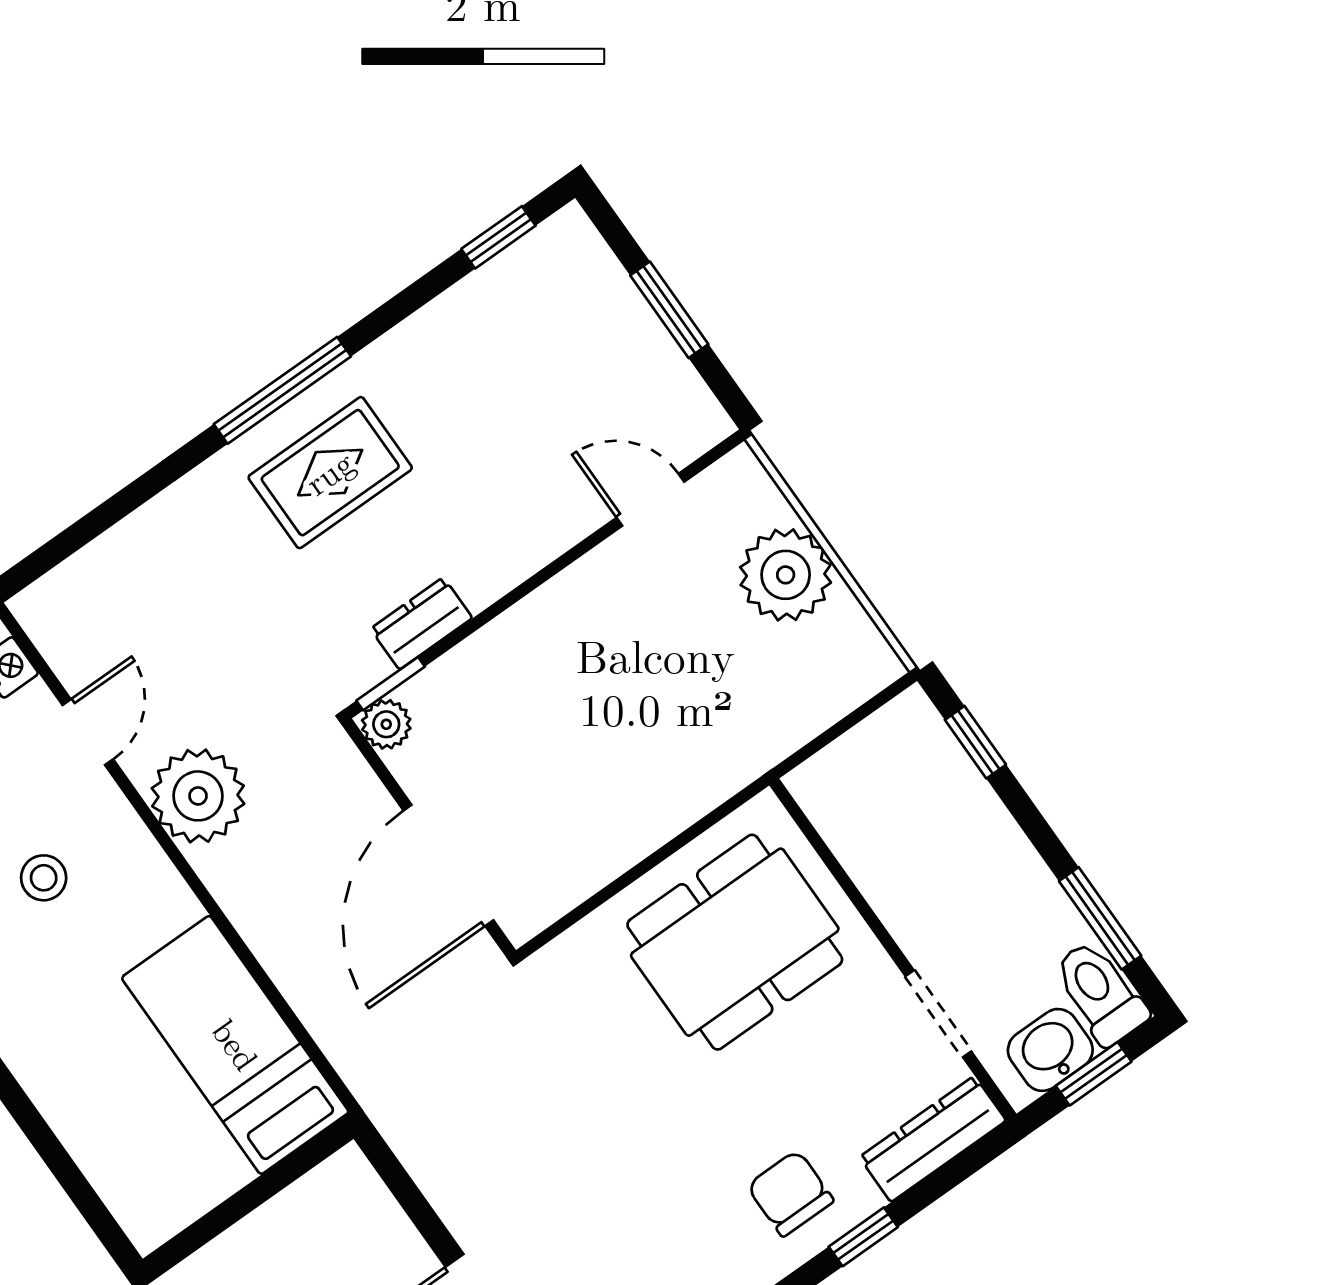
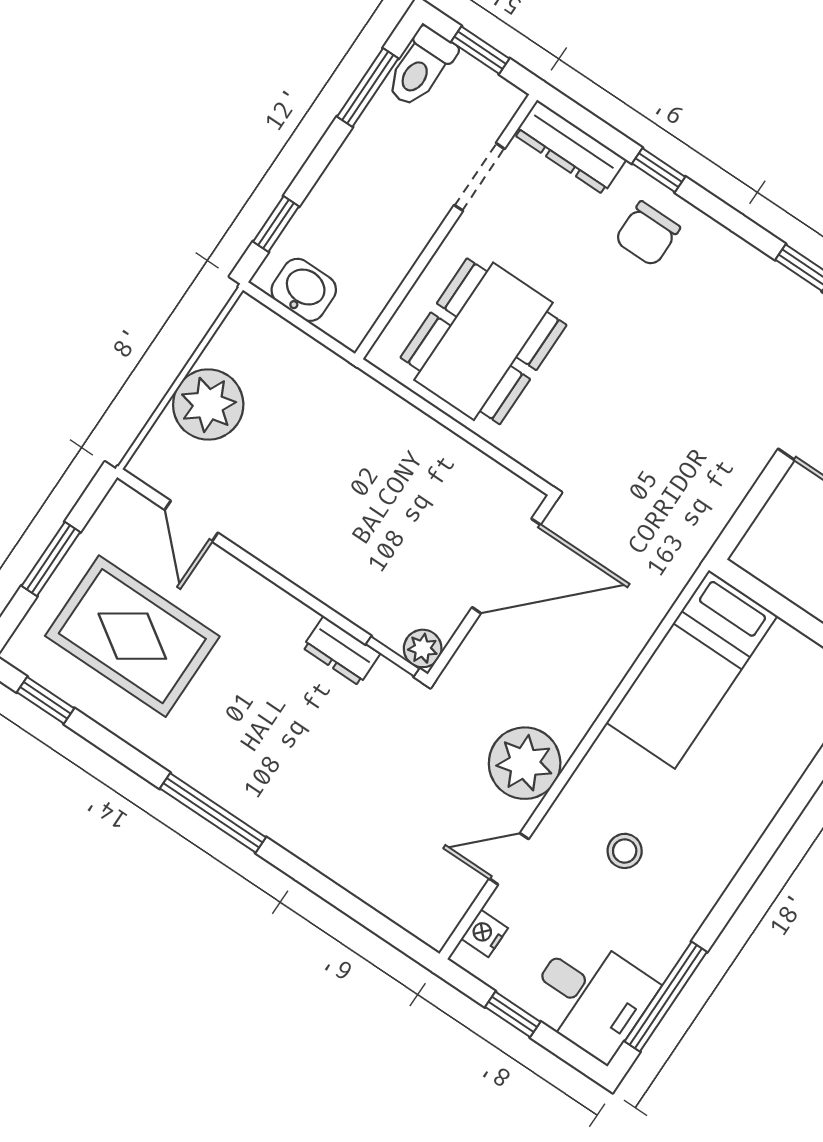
rug: (330, 473) -> (132, 636), moved, width x1.36, depth x1.43
dining table: (735, 942) -> (483, 341), turned 90
washbasin: (1050, 1050) -> (304, 290), moved, turned 180

